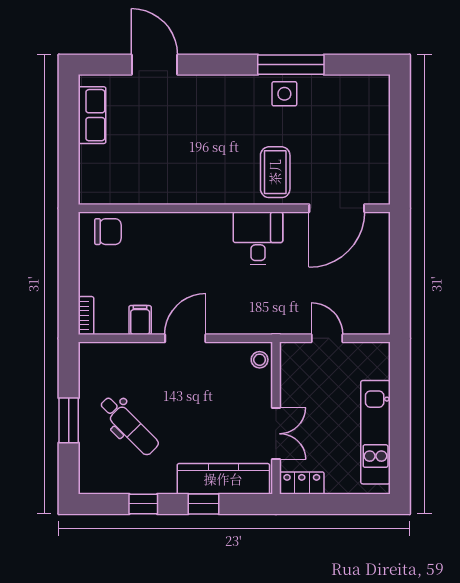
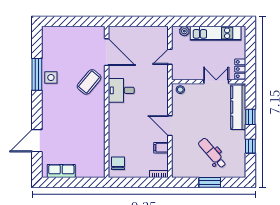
coffee table: (275, 172) -> (89, 82), turned -50
plant: (380, 368) -> (184, 31), added
dental chair: (129, 425) -> (212, 153), turned -86

